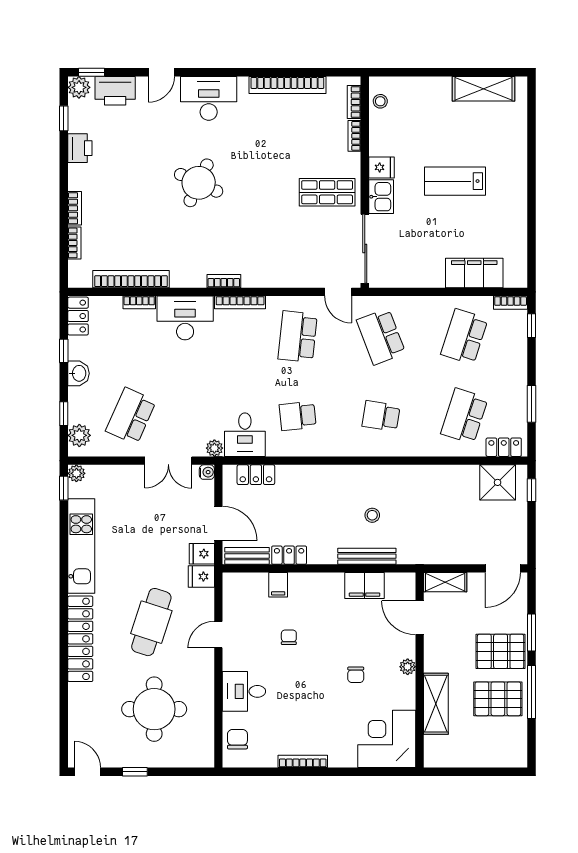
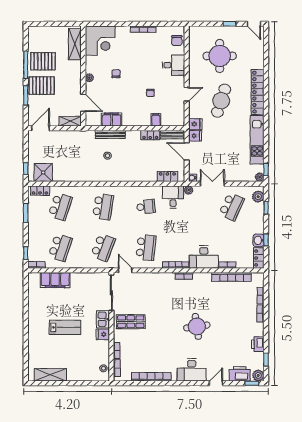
round table: (199, 183) -> (197, 326), turned -33
school desk: (381, 337) -> (103, 247), turned 42
washbasin: (78, 373) -> (259, 240), moved
school desk: (381, 416) -> (103, 207), width x1.85
shelving: (436, 704) -> (75, 44), moved

